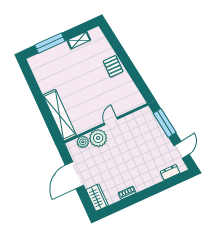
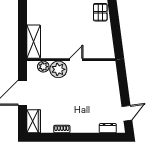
shelving: (60, 115) -> (34, 42), width x0.68
window: (165, 123) -> (123, 83), removed

